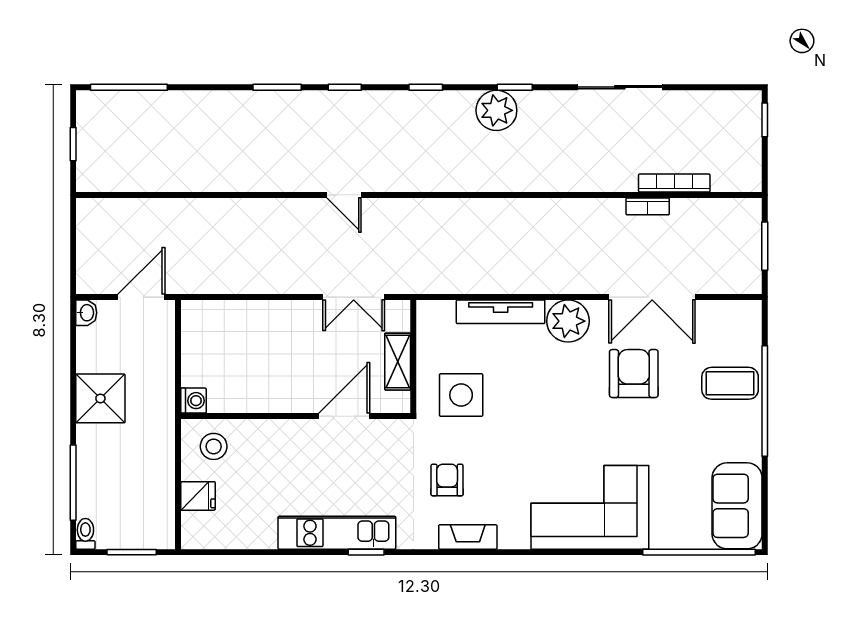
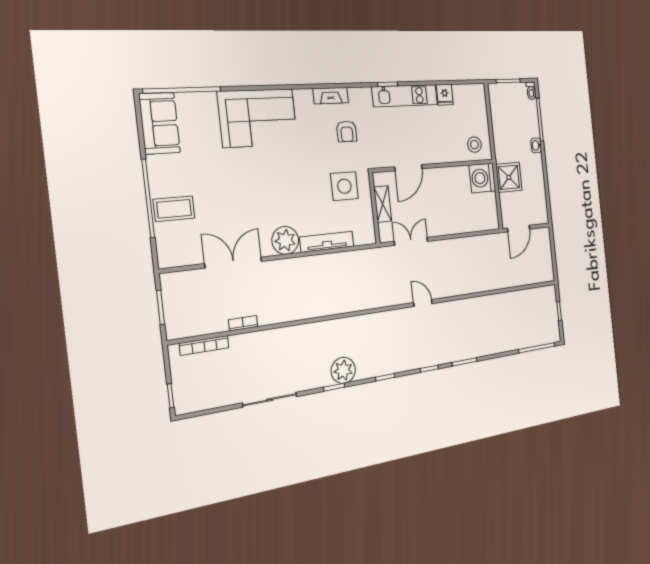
bookcase: (674, 183) -> (204, 345), moved
washbasin: (86, 313) -> (536, 145), moved
armchair: (634, 374) -> (240, 210), removed
shower: (100, 398) -> (509, 177), moved
washing machine: (193, 401) -> (482, 178), width x1.89, depth x1.89
fridge: (198, 496) -> (445, 95), moved, turned -90

